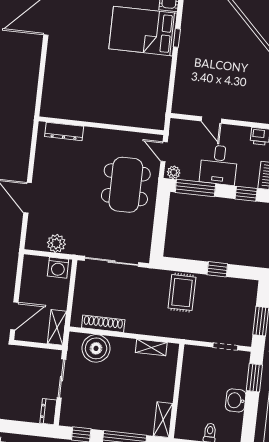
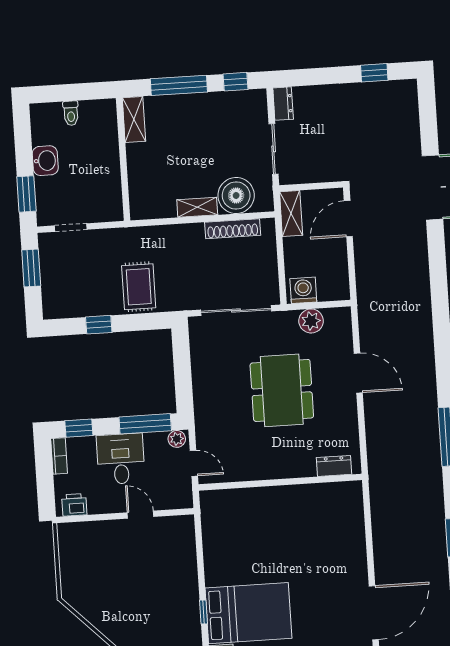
dresser: (64, 131) -> (334, 466), width x0.70
dining table: (126, 185) -> (282, 390), moved
shelving: (151, 347) -> (197, 207), moved

